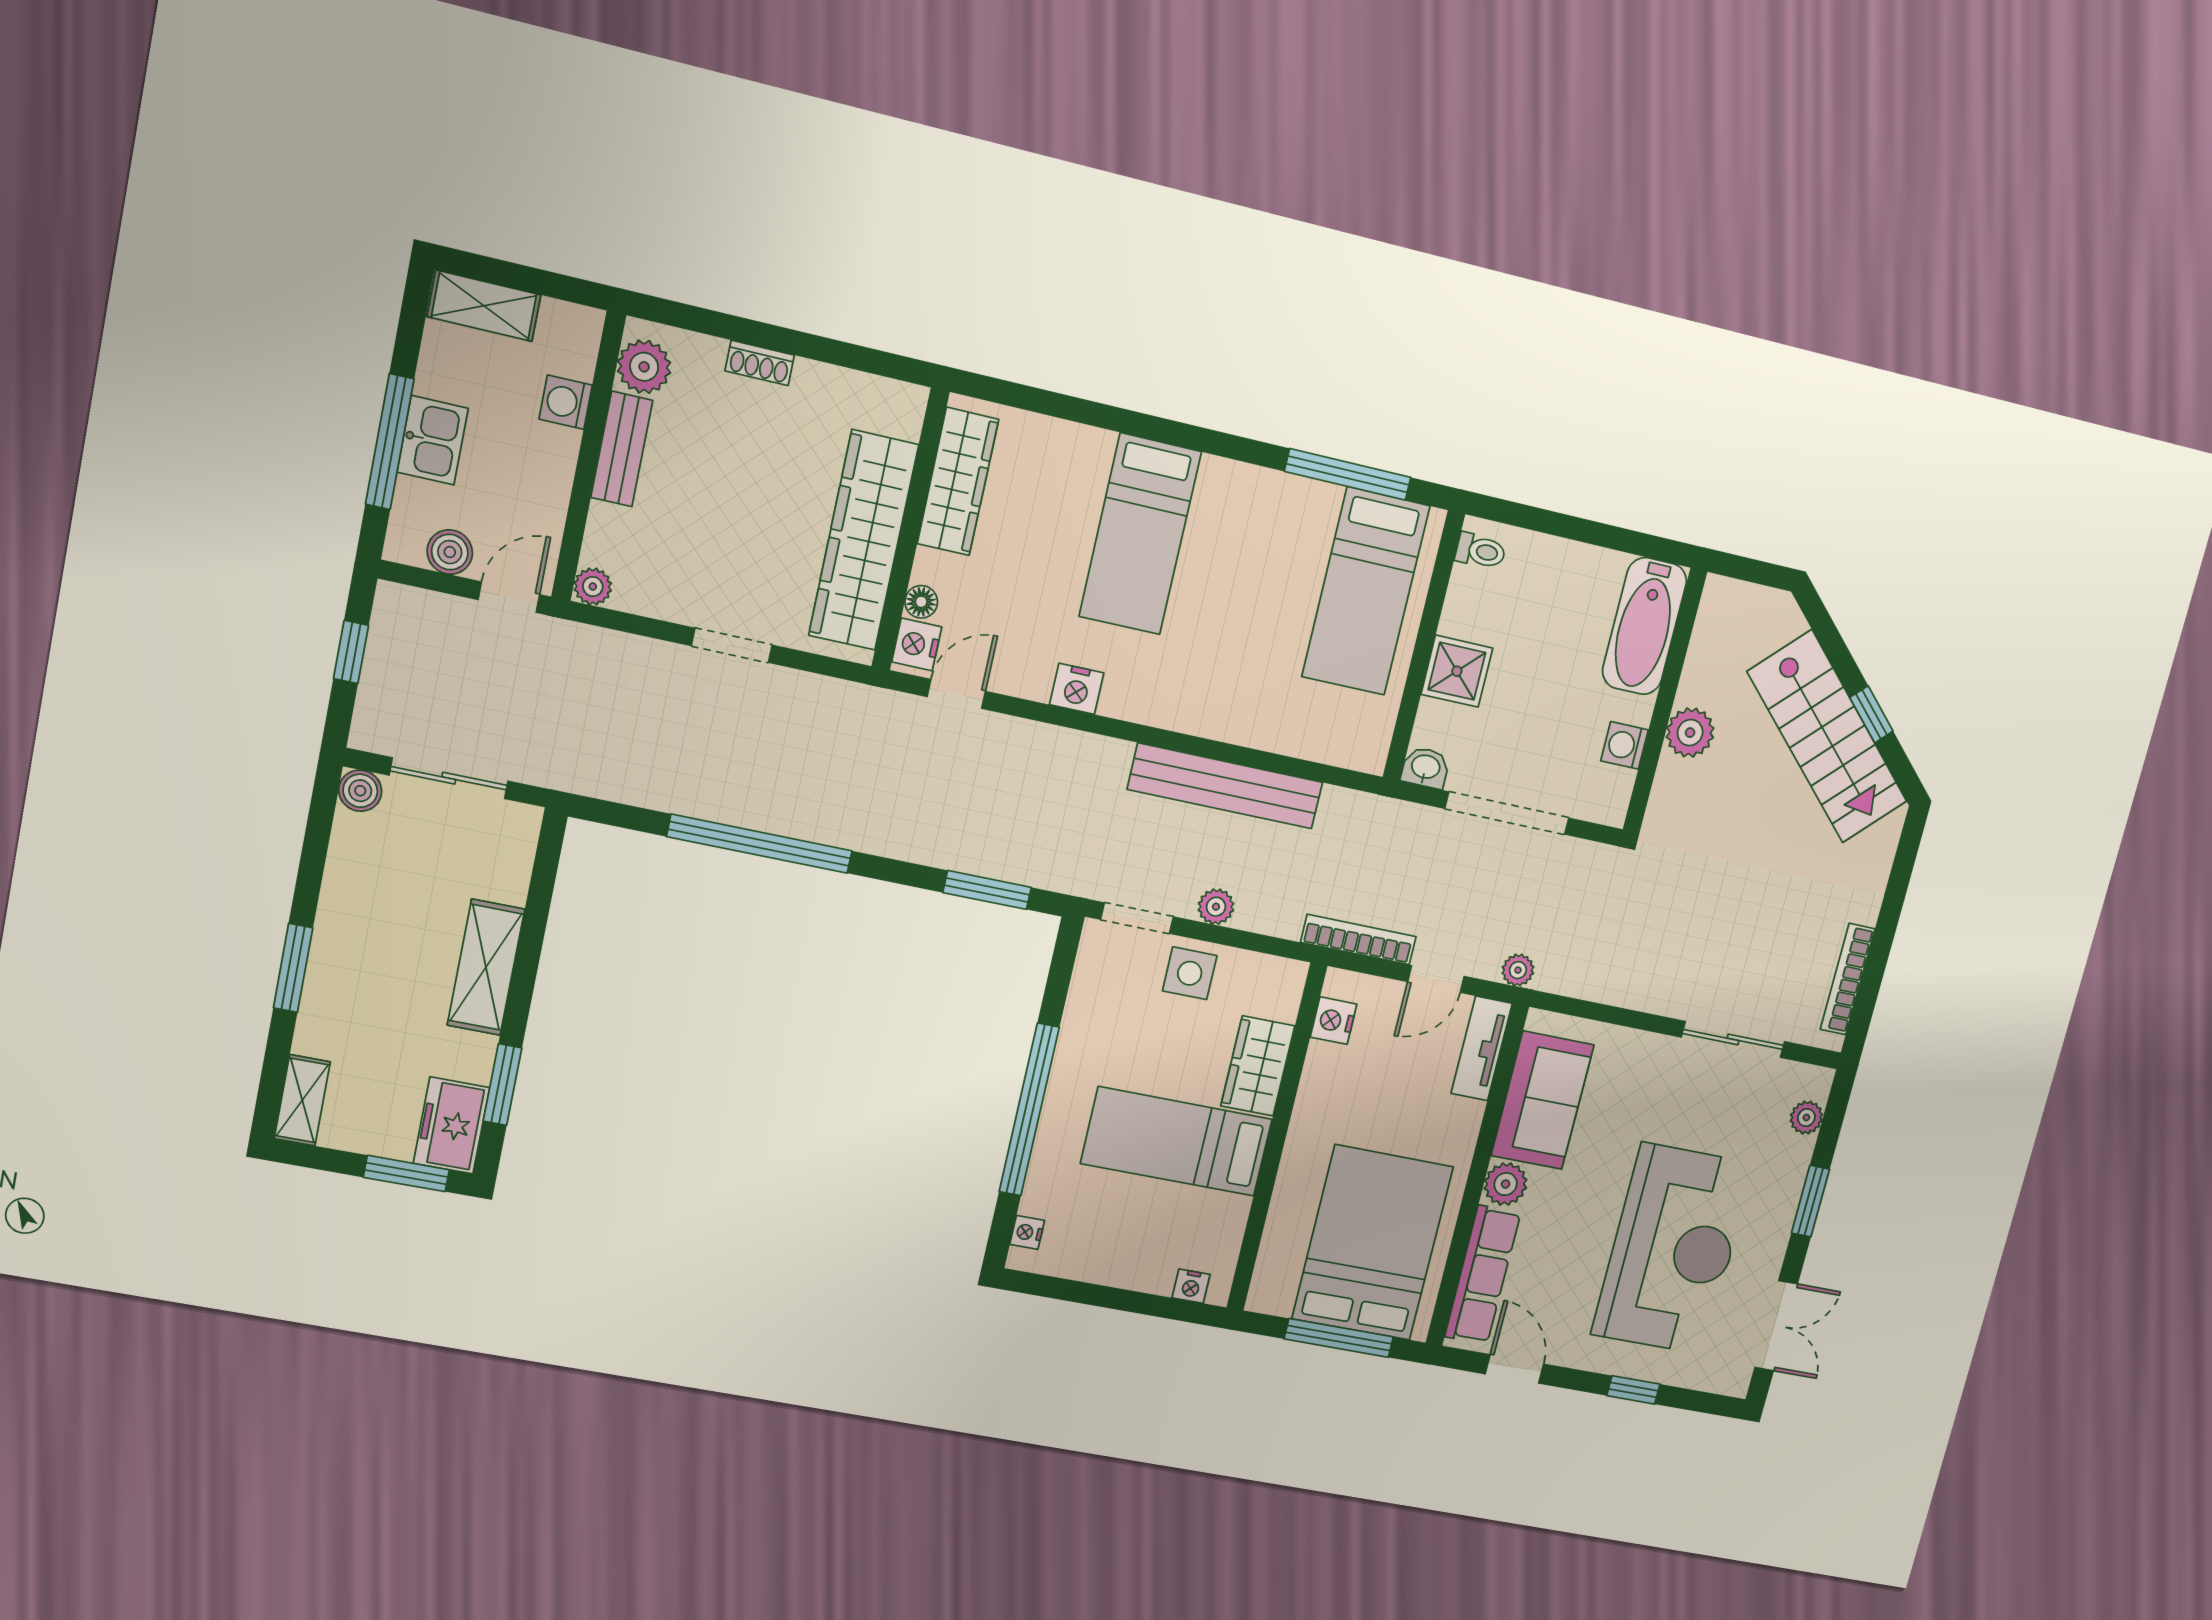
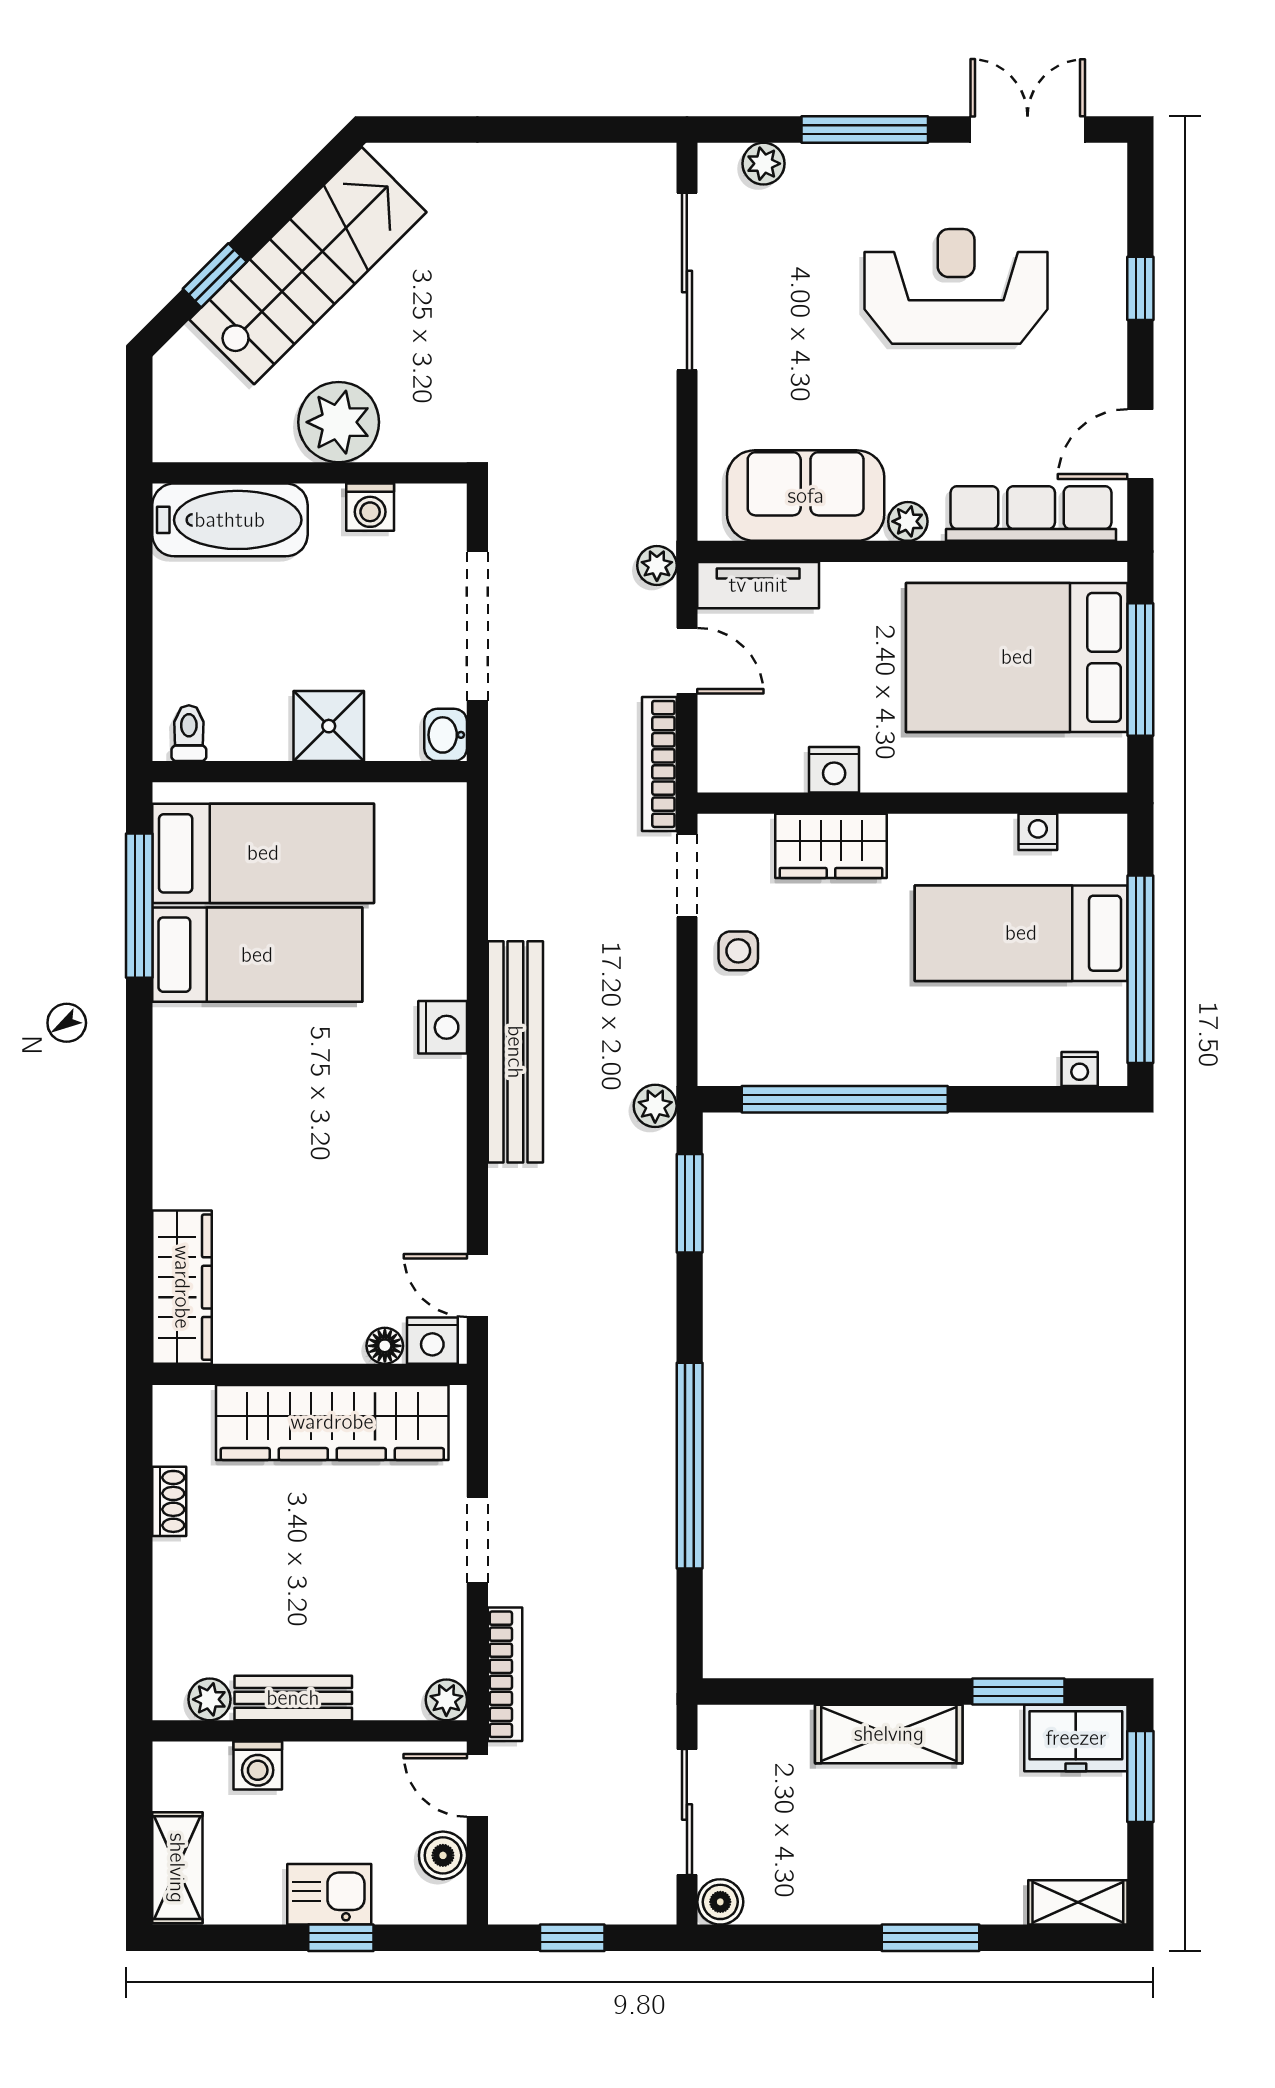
shoe rack: (760, 363) -> (169, 1501), moved
plant: (644, 367) -> (210, 1699), width x0.73, depth x0.73
window: (390, 442) -> (341, 1938), width x0.46
wardrobe: (958, 482) -> (182, 1287), moved, turned 90
bed: (1140, 534) -> (257, 955), moved
nightstand: (1077, 689) -> (443, 1027), moved
window: (1871, 714) -> (215, 275), moved
plant: (1690, 733) -> (339, 422), width x1.36, depth x1.36
bench: (1225, 786) -> (515, 1052), moved
plant: (1216, 907) -> (655, 1106), moved
doorway: (1137, 918) -> (687, 876), moved
side table: (1190, 973) -> (738, 951), width x0.73, depth x0.73
bookcase: (1847, 979) -> (505, 1674), moved, turned -90
nightstand: (1334, 1021) -> (834, 770), moved
sliding door: (1733, 1039) -> (687, 282), width x1.37
window: (1029, 1110) -> (845, 1099), moved
bed: (1177, 1141) -> (1021, 933), moved, turned 90
plant: (1506, 1184) -> (908, 521), width x0.73, depth x0.73
window: (1810, 1201) -> (865, 130), width x1.44
reception desk: (1673, 1249) -> (956, 286), width x0.74, depth x0.77
nightstand: (1191, 1286) -> (1038, 832), moved, turned -90
window: (1098, 1295) -> (1140, 969), added

